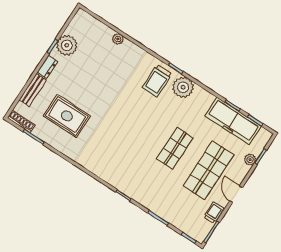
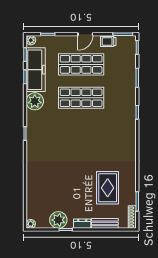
plant: (118, 39) -> (31, 224), moved
trolley: (157, 81) -> (42, 141), removed
plant: (183, 87) -> (35, 101), moved
shop shelf: (175, 148) -> (81, 98), width x1.43, depth x1.36
plant: (250, 160) -> (31, 40), moved

